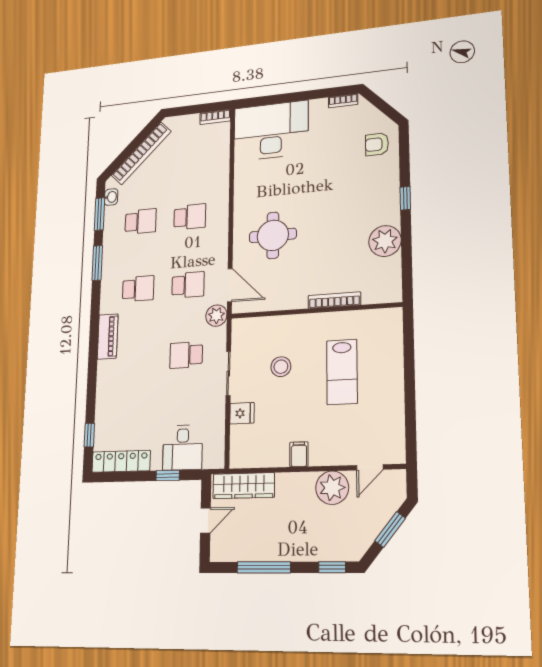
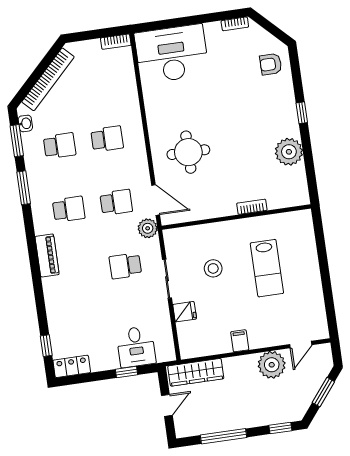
bookcase: (334, 300) -> (252, 207), width x0.64
locker: (121, 461) -> (72, 366), width x0.66

